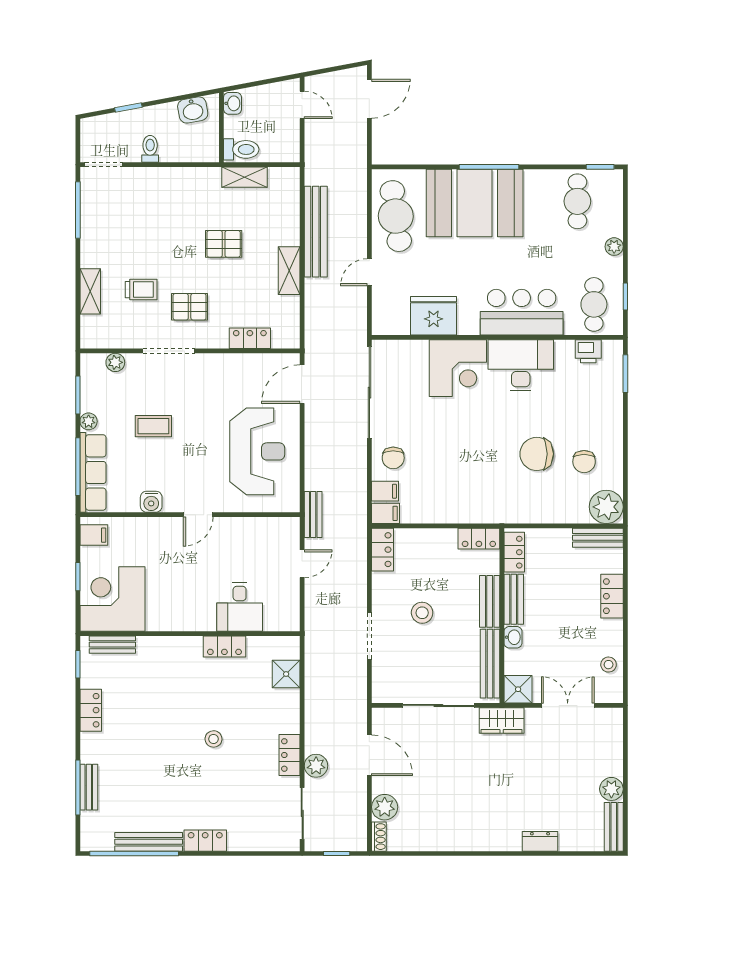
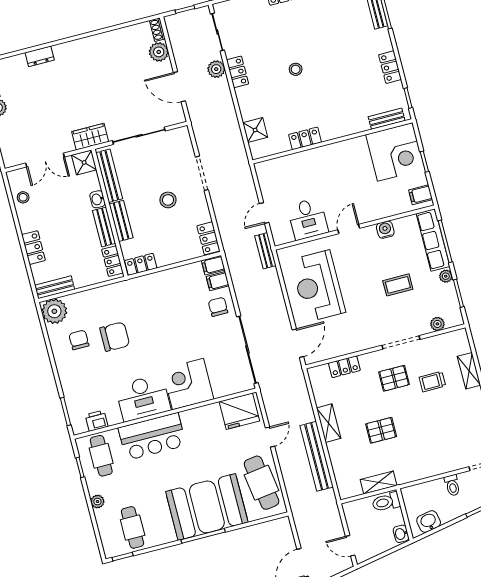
fridge: (434, 316) -> (239, 411), moved
desk: (240, 607) -> (308, 219), moved, turned 180

